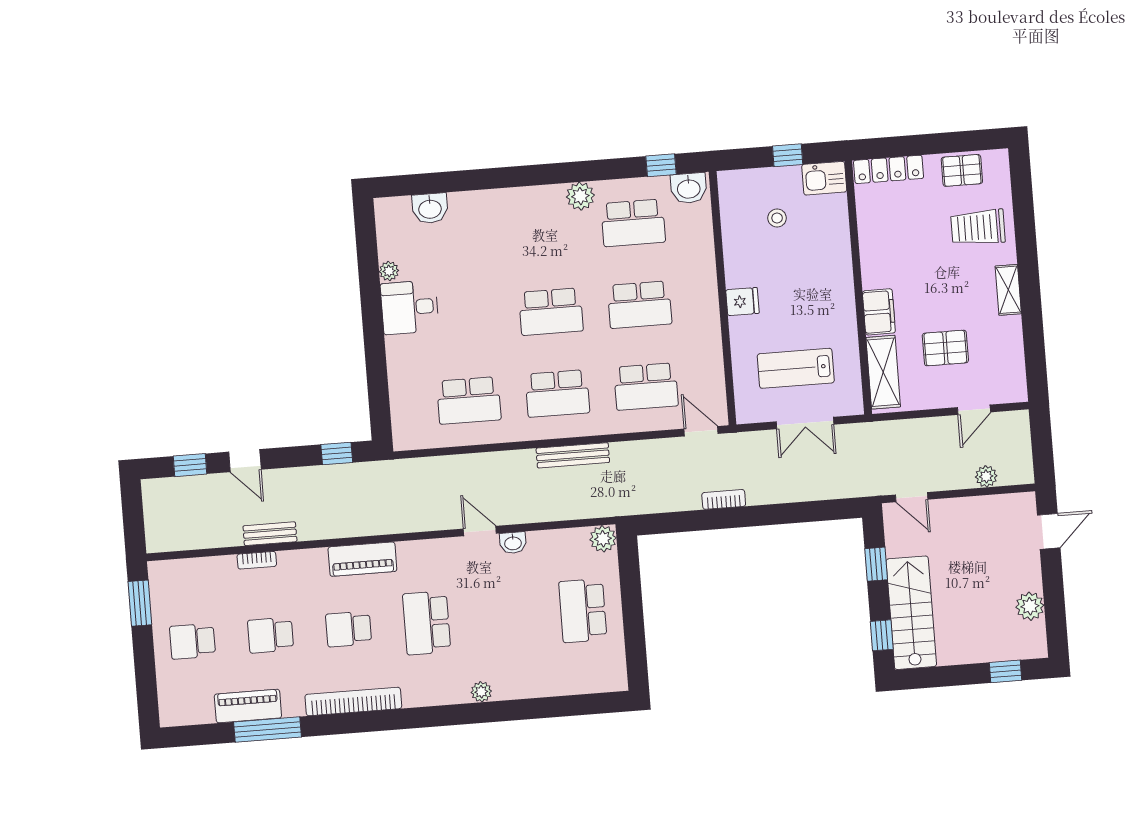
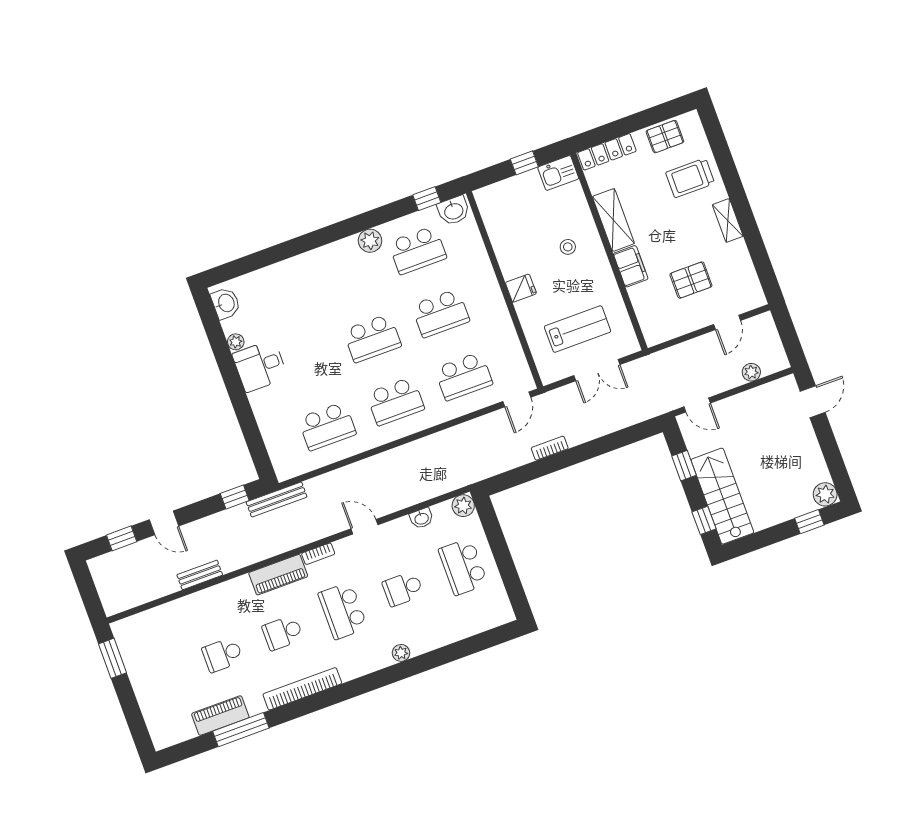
washbasin: (430, 208) -> (226, 303), moved, turned -90
stool: (777, 218) -> (568, 247), moved
lab bench: (796, 368) -> (578, 329), turned 180
shelving: (883, 372) -> (613, 220), moved
door: (701, 431) -> (517, 399), swing flipped
bench: (573, 455) -> (277, 499), moved
washbasin: (513, 543) -> (421, 518), moved
bookcase: (257, 560) -> (318, 554), moved
plant: (1030, 606) -> (825, 494), moved
school desk: (192, 641) -> (403, 589), moved

